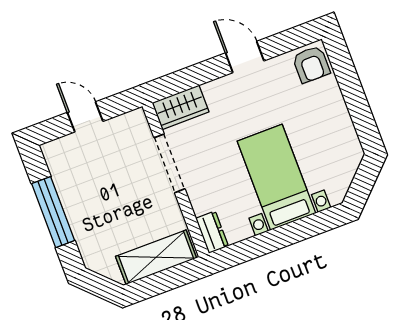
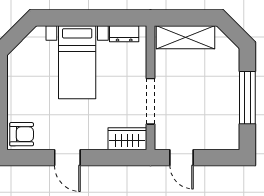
armchair: (311, 64) -> (22, 134), turned 90
door: (85, 117) -> (182, 158), moved
dresser: (212, 232) -> (124, 34), moved, turned -90

